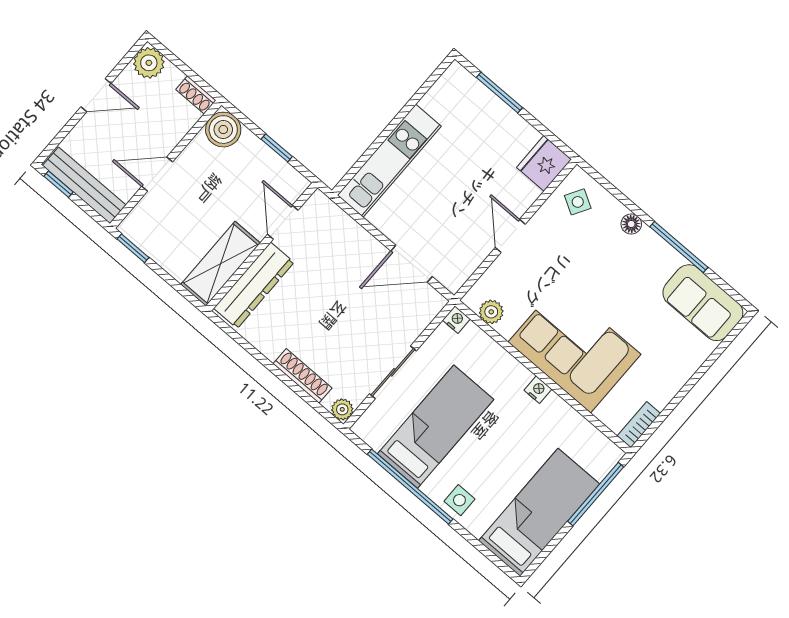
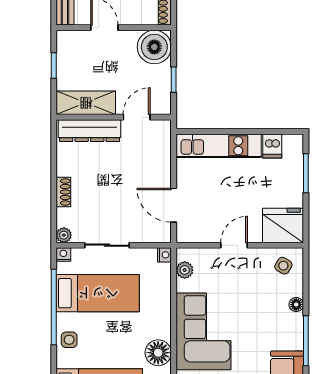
dishwasher: (439, 103) -> (272, 146), added
boiler: (223, 130) -> (154, 47), width x1.37, depth x1.37
fridge: (544, 163) -> (283, 226), width x1.36, depth x1.34
window: (133, 248) -> (54, 65), moved
shoe rack: (303, 376) -> (63, 192), width x0.70
nightstand: (538, 390) -> (63, 254), moved, turned -90
floor lamp: (556, 417) -> (158, 353), added

